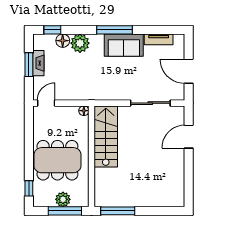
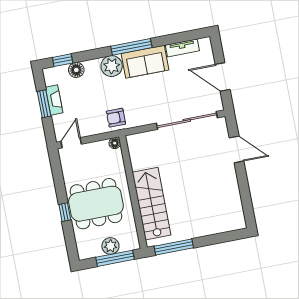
plant: (80, 43) -> (112, 66), moved
armchair: (89, 89) -> (116, 118), added
sliding door: (150, 103) -> (187, 120), width x1.36
stairs: (106, 136) -> (152, 204), moved
door: (189, 137) -> (237, 149), swing flipped
window: (29, 188) -> (65, 212), moved

